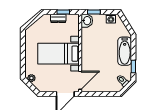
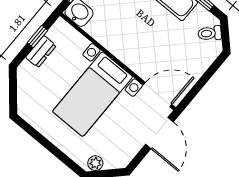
door: (80, 80) -> (158, 95), hinge flipped

